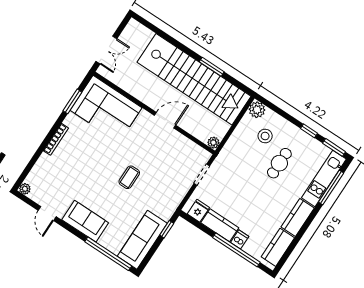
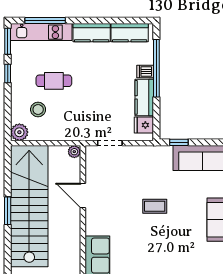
window: (212, 67) -> (8, 211), moved
door: (165, 120) -> (83, 196), moved

